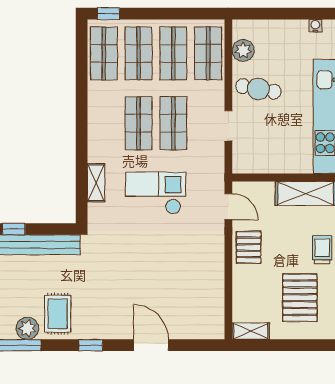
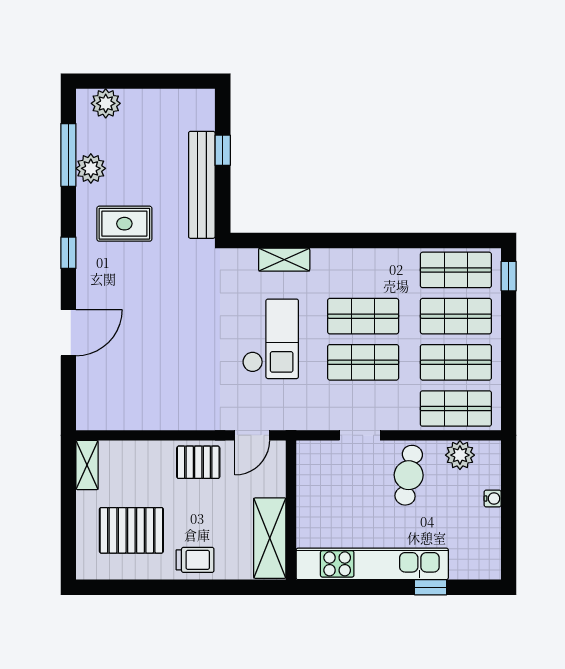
water cooler: (315, 26) -> (493, 498), moved
rug: (58, 314) -> (124, 224), moved

